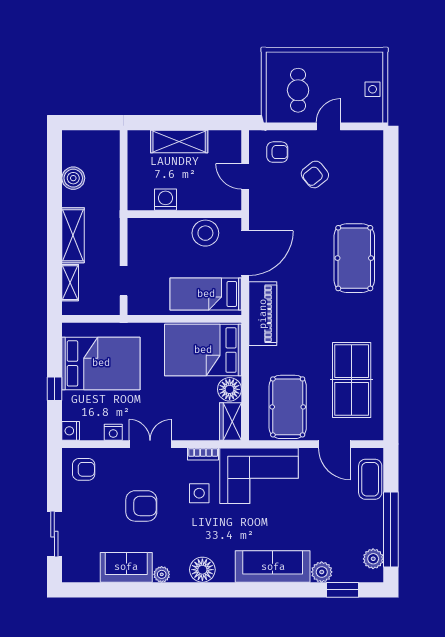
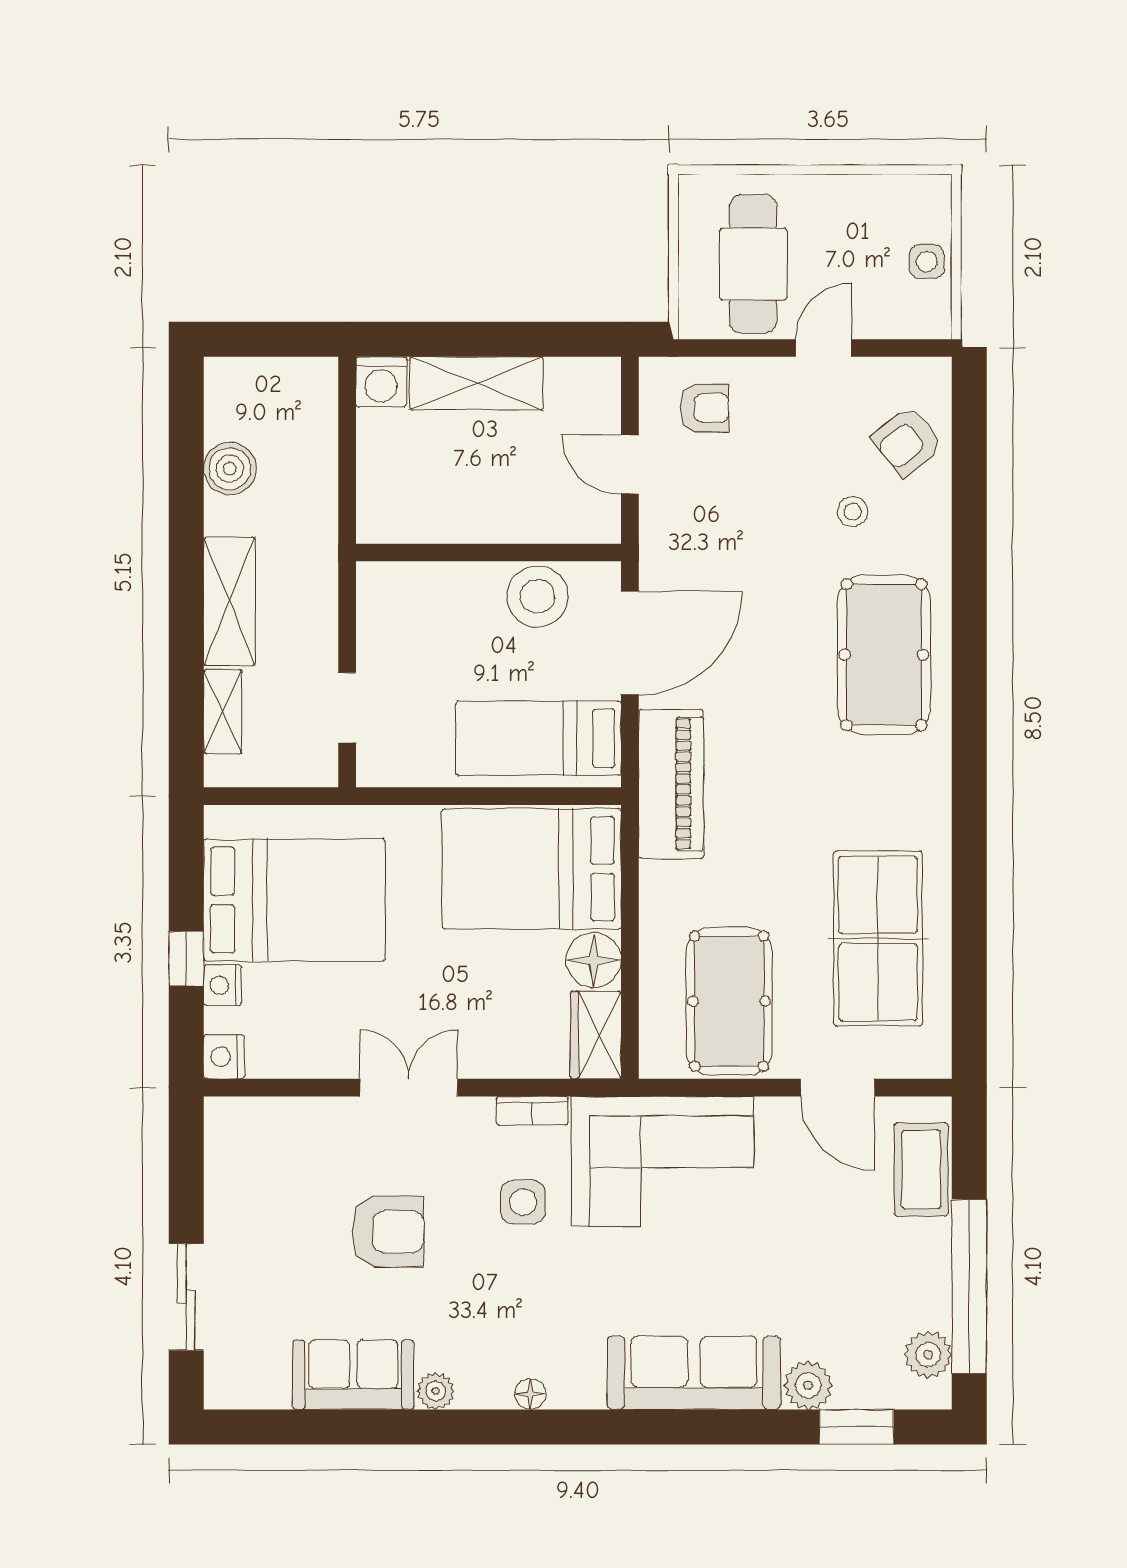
cafe table: (298, 90) -> (753, 264), width x1.37, depth x1.35
armchair: (315, 174) -> (907, 441), moved
stool: (341, 197) -> (853, 511), added
washing machine: (166, 200) -> (381, 382), moved, turned 180
nightstand: (113, 432) -> (222, 985), moved, turned 90
armchair: (84, 469) -> (254, 1146), removed
floor lamp: (202, 570) -> (530, 1394), width x0.53, depth x0.53

